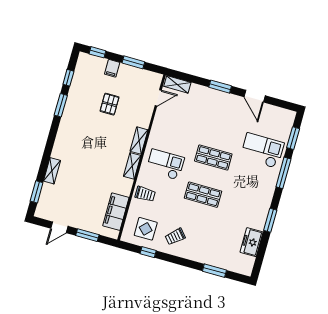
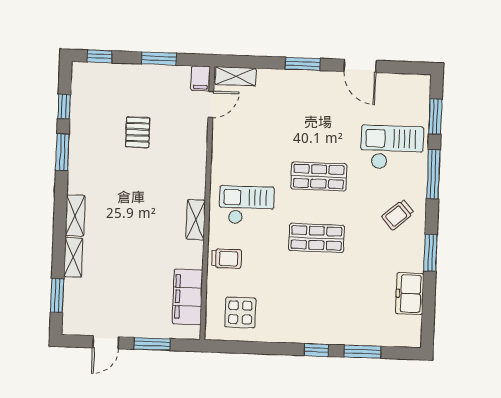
filing cabinet: (112, 68) -> (201, 78), moved
shelving: (139, 141) -> (75, 216), moved
trolley: (175, 237) -> (398, 215), moved
window: (148, 252) -> (316, 350), moved

